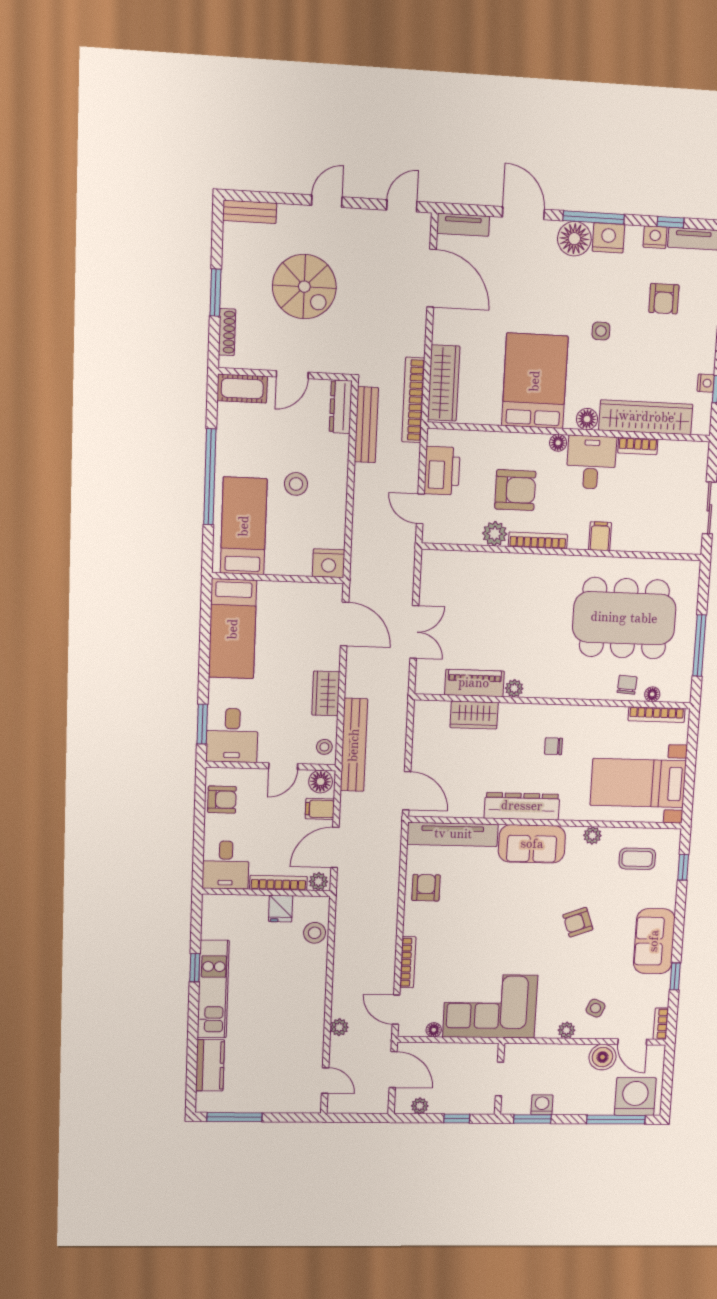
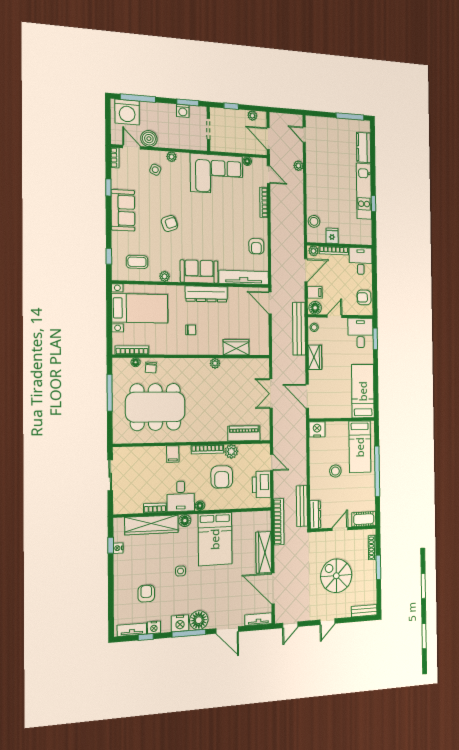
wardrobe: (444, 383) -> (264, 552), moved
armchair: (515, 490) -> (222, 477), turned -90
piano: (474, 683) -> (244, 433), moved, turned 180

